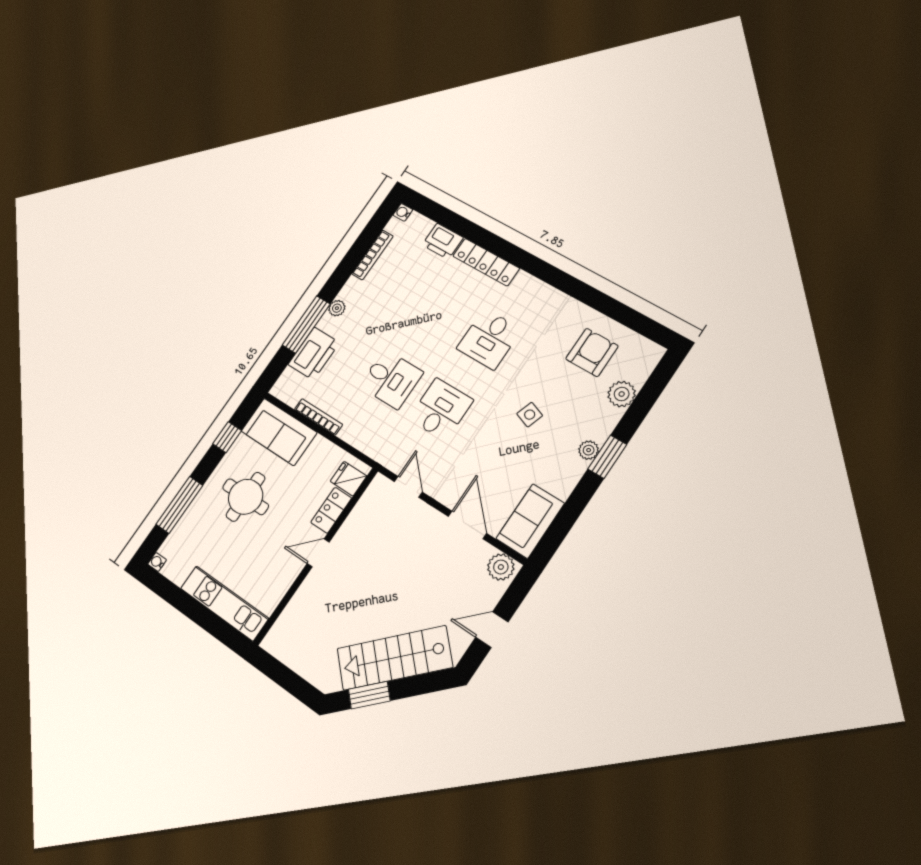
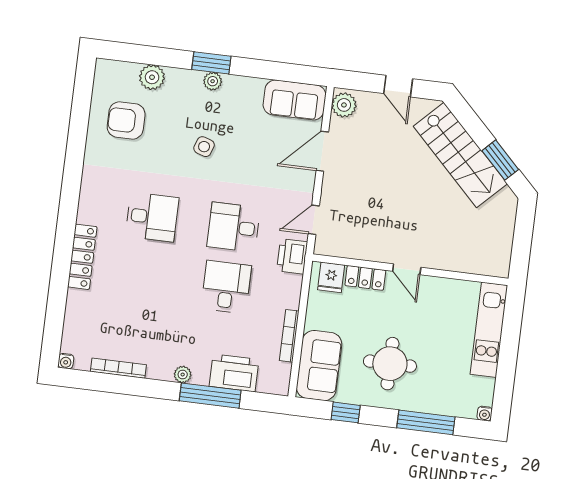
printer: (443, 241) -> (292, 256), moved, turned 180

